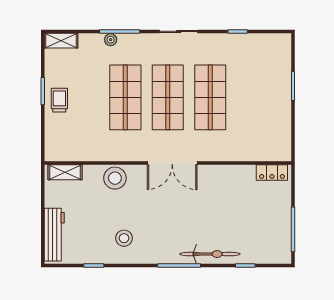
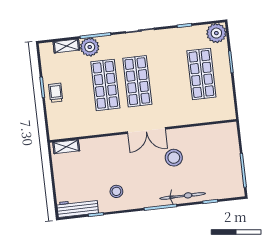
plant: (111, 40) -> (90, 47), width x1.88, depth x1.88
shelving: (61, 41) -> (66, 46), moved
plant: (278, 46) -> (216, 33), added
shop shelf: (210, 97) -> (201, 74), moved
locker: (272, 173) -> (222, 129), removed
stool: (115, 178) -> (174, 158), moved
workbench: (54, 235) -> (78, 208), moved, turned -90

